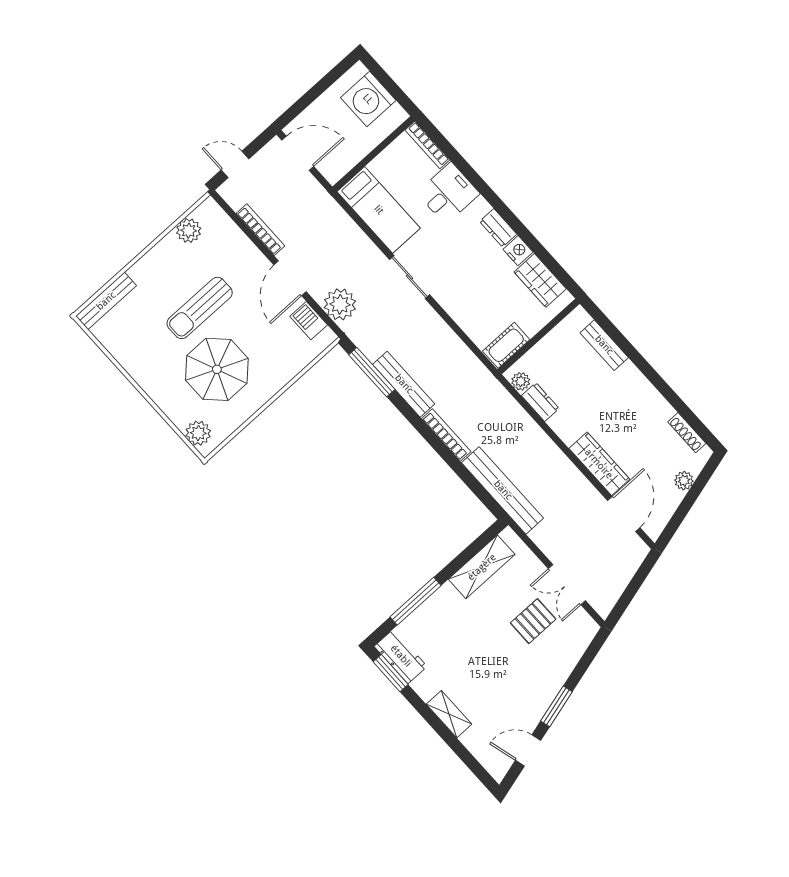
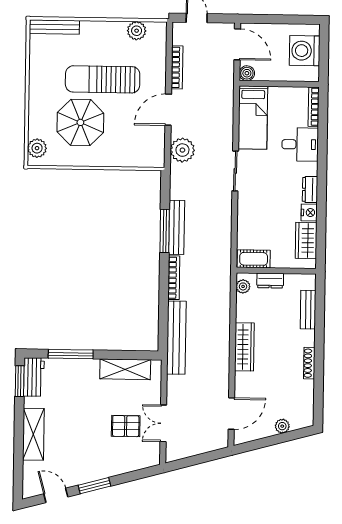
boiler: (333, 173) -> (247, 73), added
sun lounger: (200, 308) -> (103, 79), width x1.36, depth x1.34
barbecue: (309, 321) -> (157, 143), removed
window: (372, 372) -> (165, 231), moved
dresser: (540, 402) -> (270, 281), moved, turned 90
shoe rack: (687, 433) -> (309, 363), moved
wardrobe: (599, 464) -> (244, 347), moved
shelving: (449, 714) -> (33, 434), width x1.50, depth x1.33

